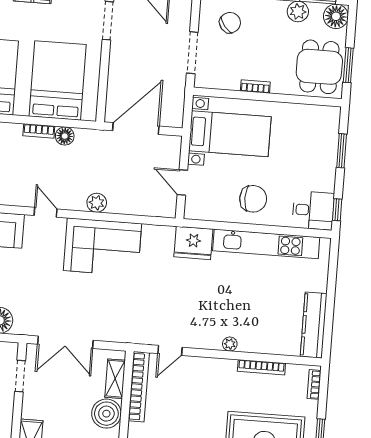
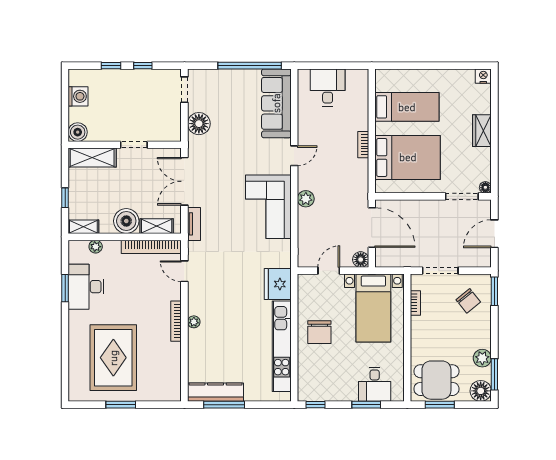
bookcase: (255, 86) -> (415, 303), moved
floor lamp: (65, 136) -> (361, 260), moved
desk: (313, 210) -> (375, 384), moved
window: (329, 316) -> (224, 405), added
tv unit: (116, 335) -> (194, 224), added
bookcase: (261, 367) -> (176, 321), moved
doorway: (20, 376) -> (134, 145), moved
bookcase: (314, 384) -> (165, 396), removed

